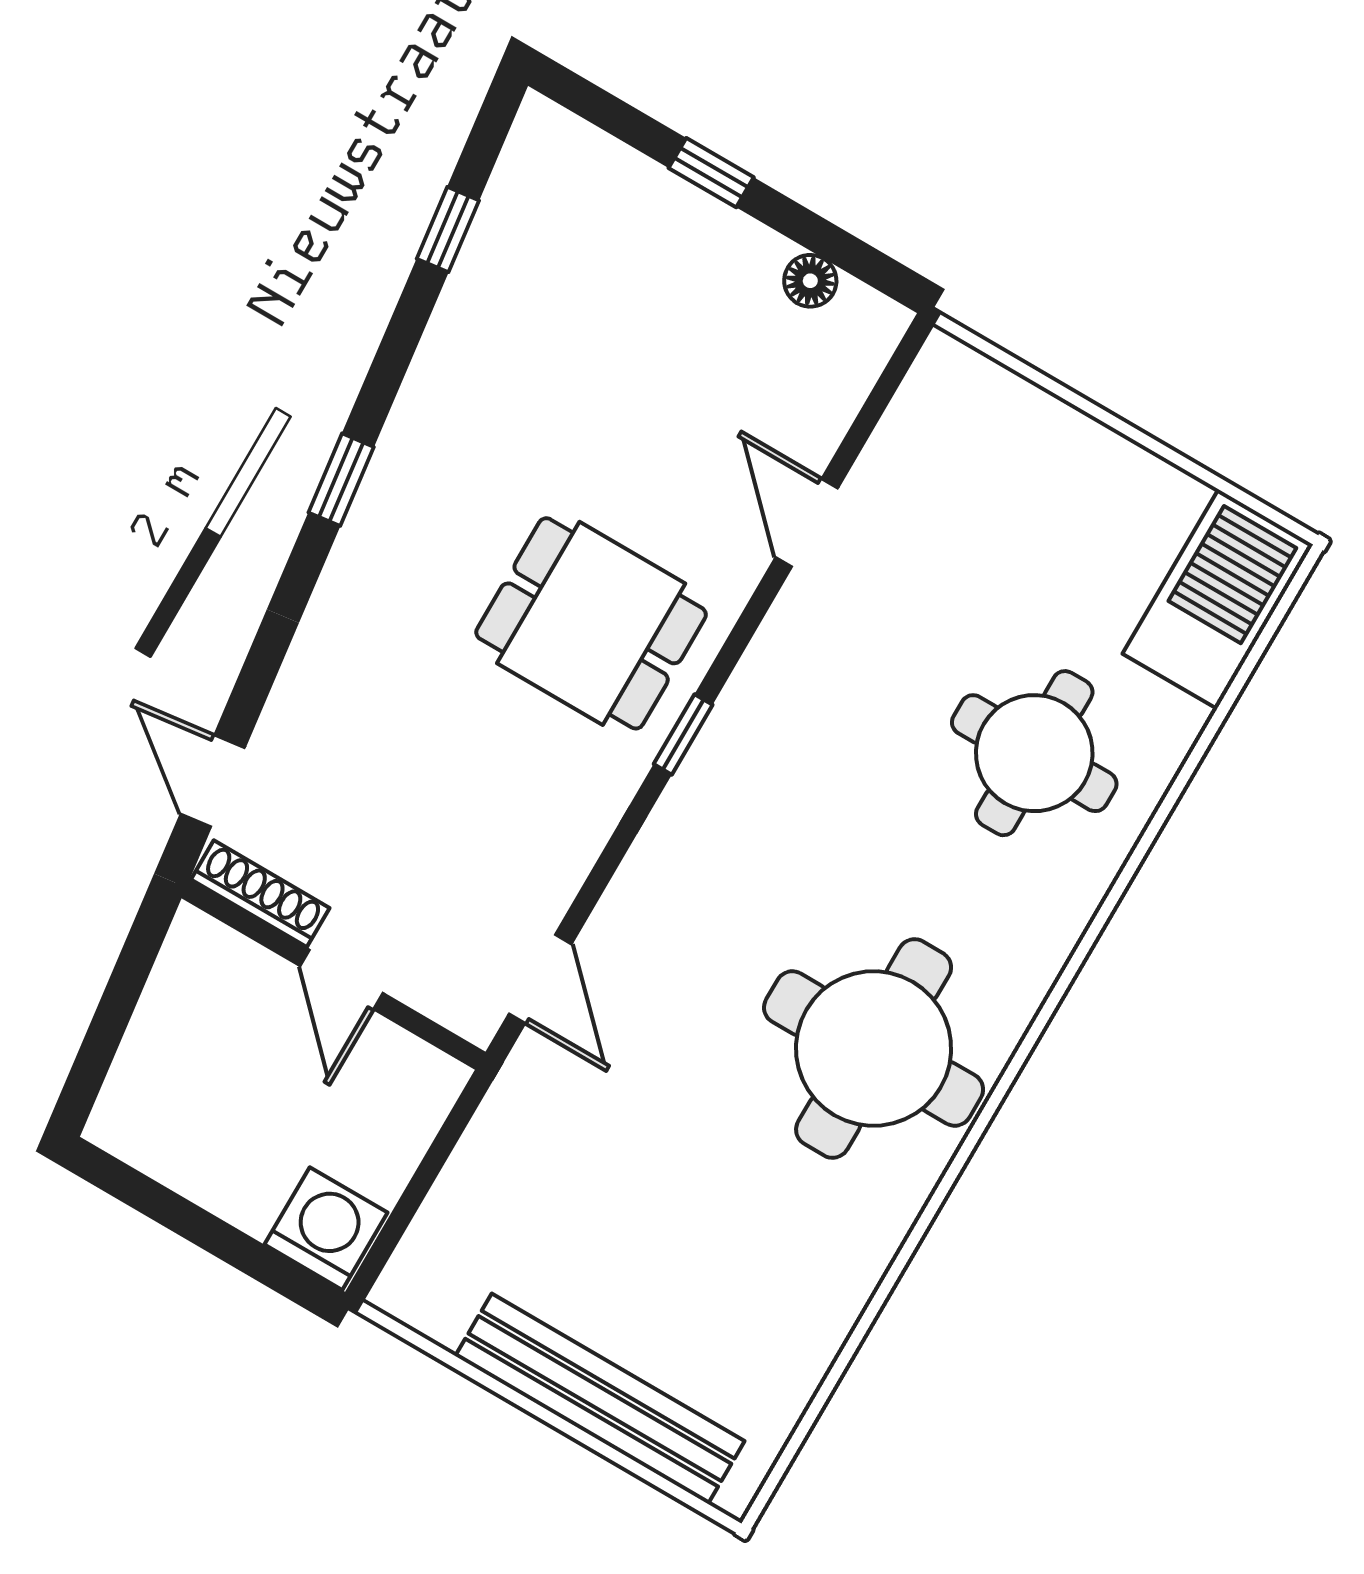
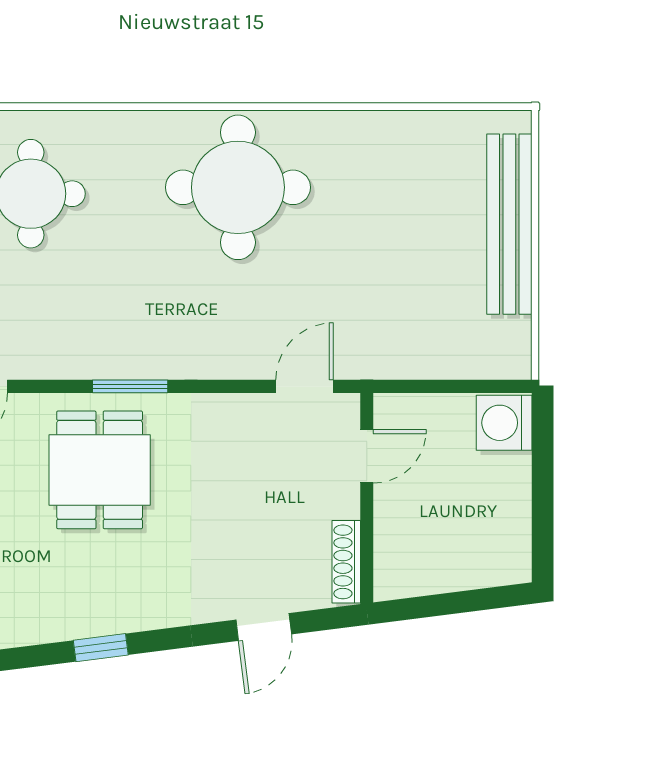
window: (683, 734) -> (130, 386), width x1.50
door: (213, 781) -> (264, 627), moved
door: (341, 980) -> (367, 456), moved

